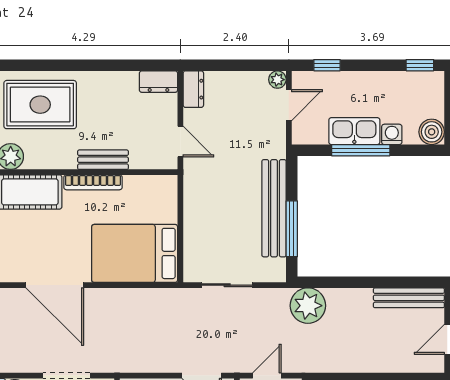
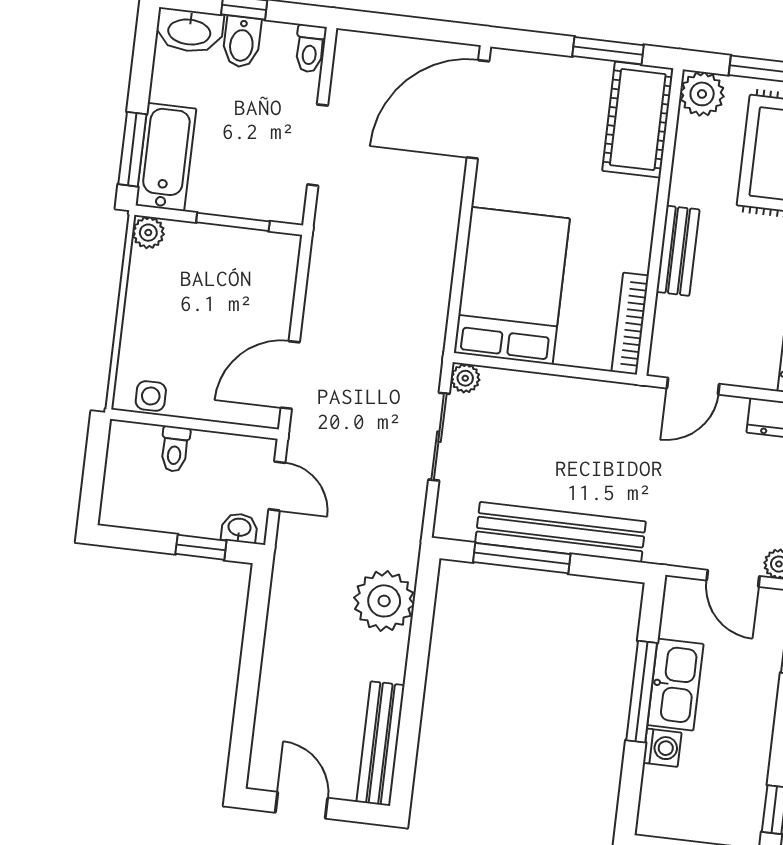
boiler: (432, 132) -> (659, 816), removed
bookcase: (93, 182) -> (630, 324), moved
plant: (191, 274) -> (465, 378), added
door: (55, 285) -> (478, 109), moved
plant: (308, 306) -> (384, 601), moved

